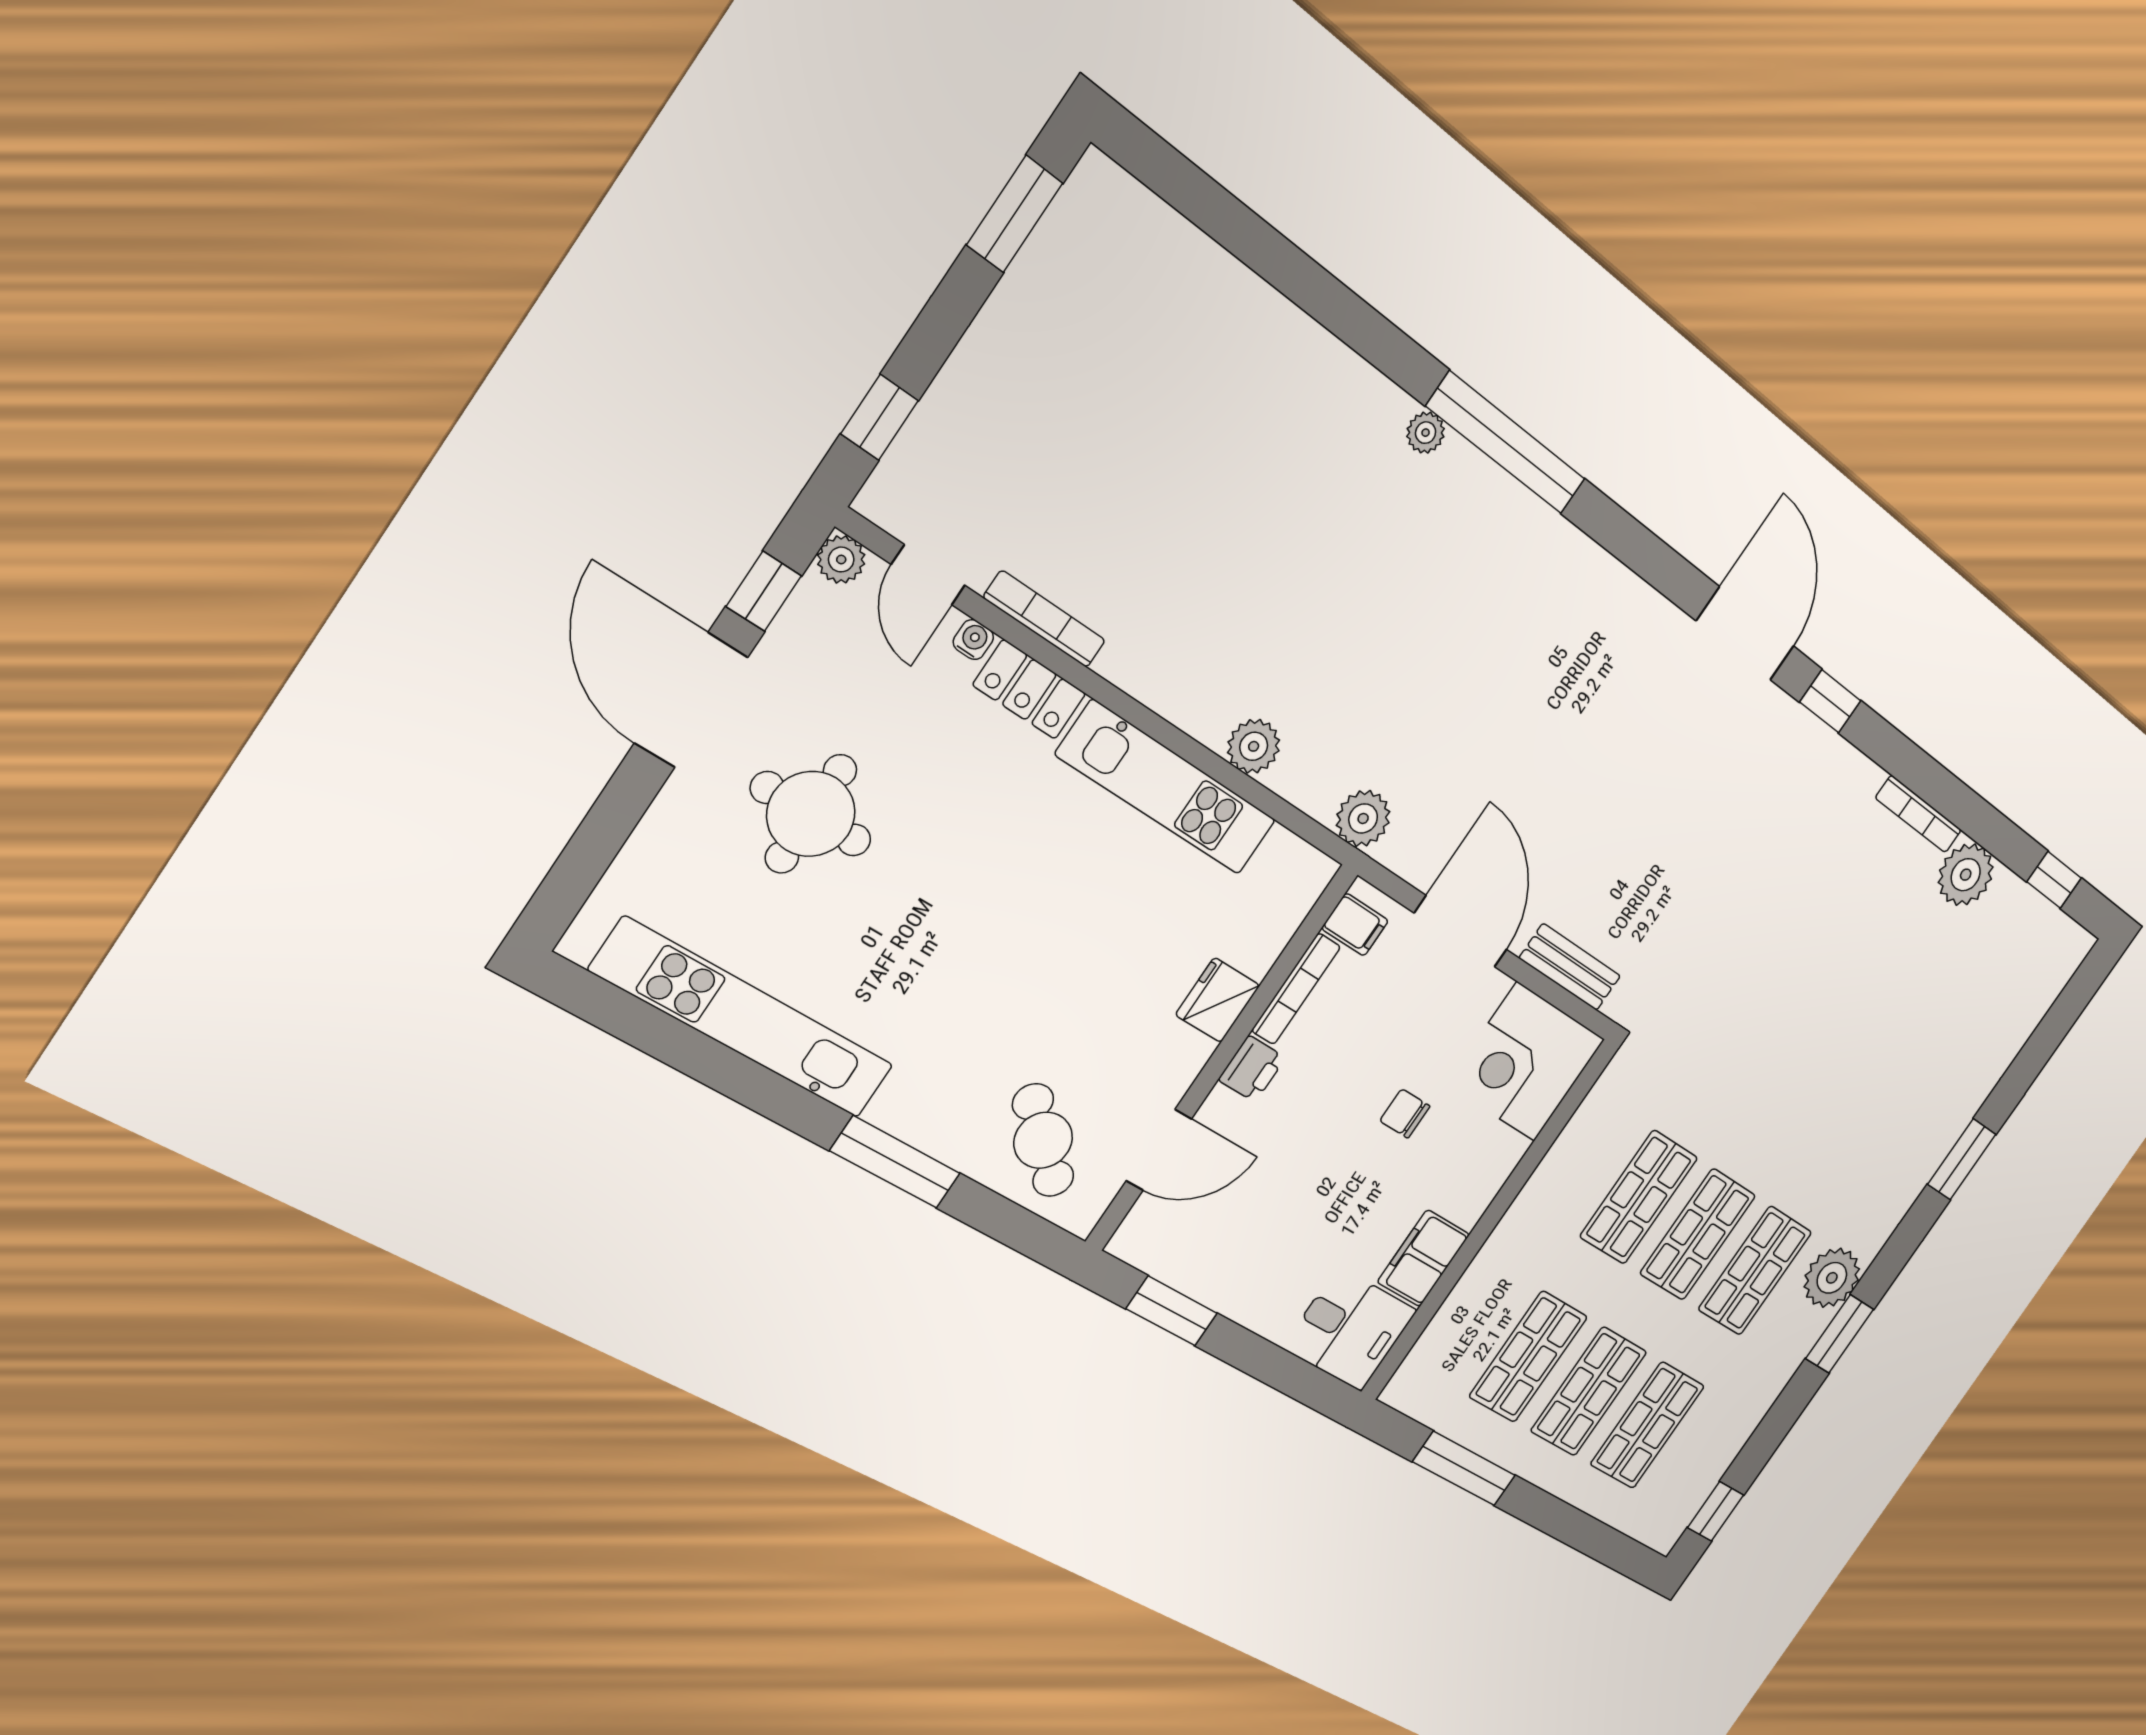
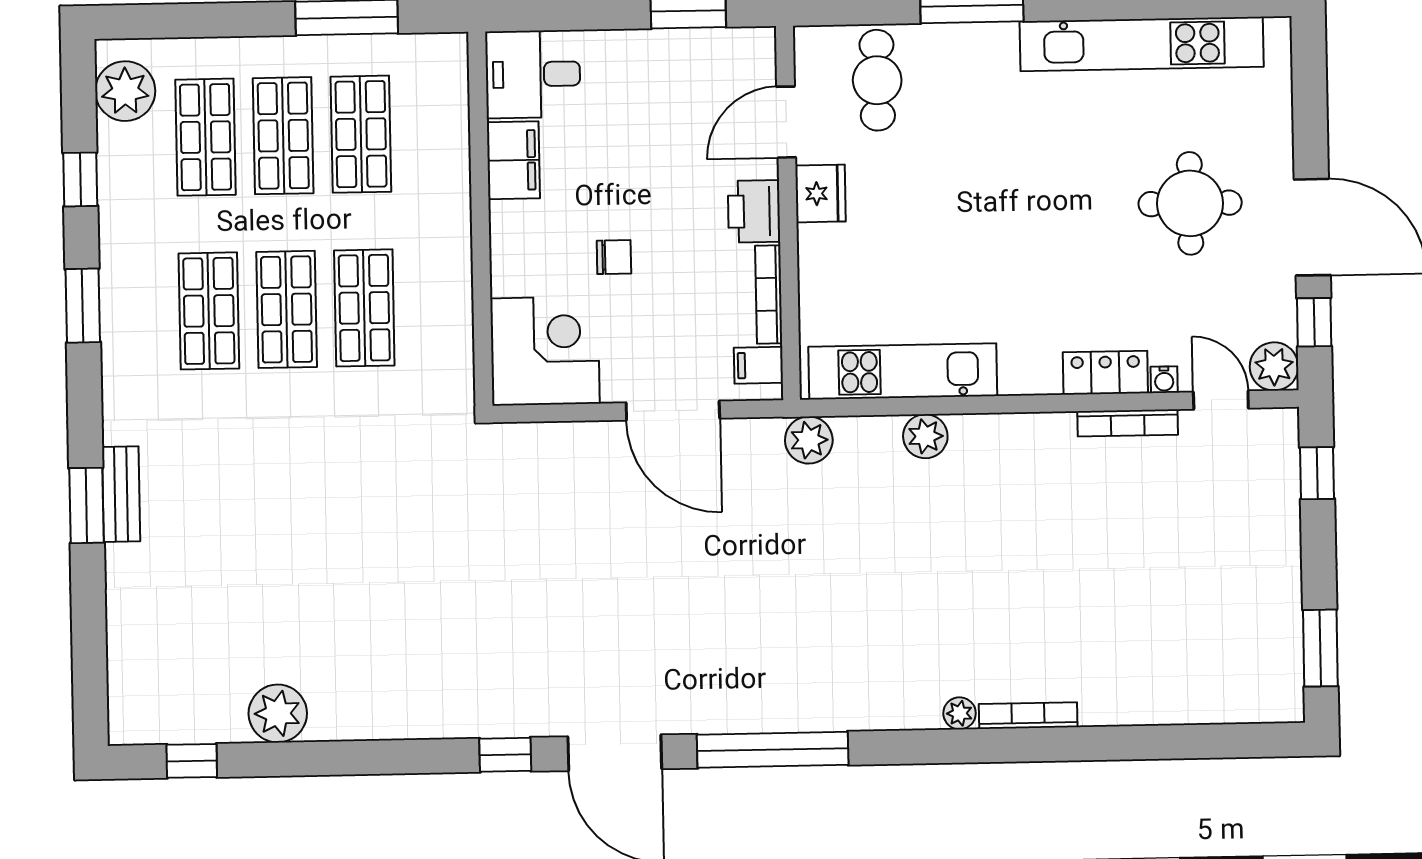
window: (1506, 443) -> (773, 750), moved
plant: (841, 559) -> (1274, 366), width x1.38, depth x1.38
kitchen unit: (1167, 788) -> (903, 371), moved
bookcase: (1918, 814) -> (1028, 716), moved
bench: (1570, 967) -> (121, 494), moved, turned 90
fridge: (1218, 1000) -> (820, 193), moved
printer: (1252, 1069) -> (754, 211), width x1.36, depth x1.24
cafe table: (1043, 1140) -> (877, 80), turned 49
plant: (1832, 1278) -> (125, 91), moved
window: (1716, 1511) -> (80, 179), moved

